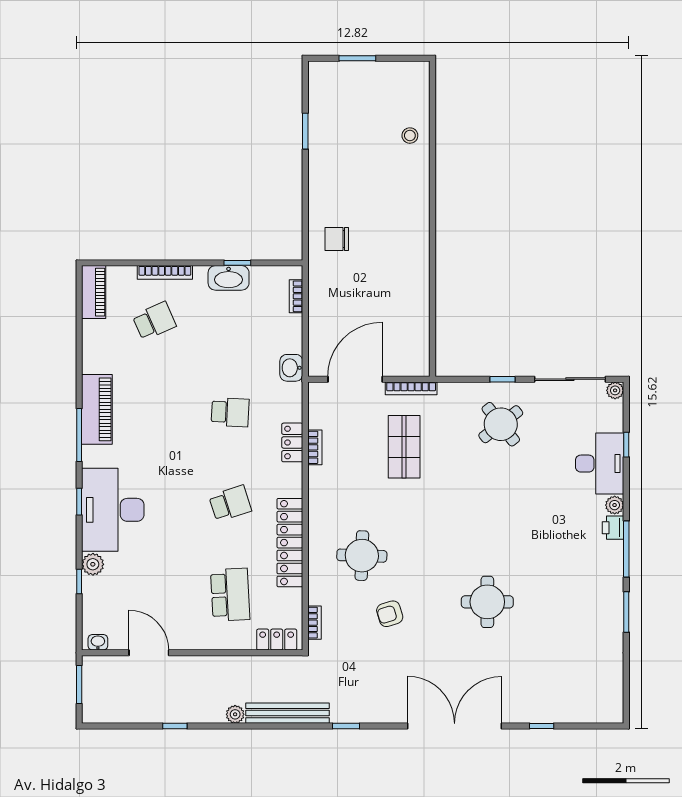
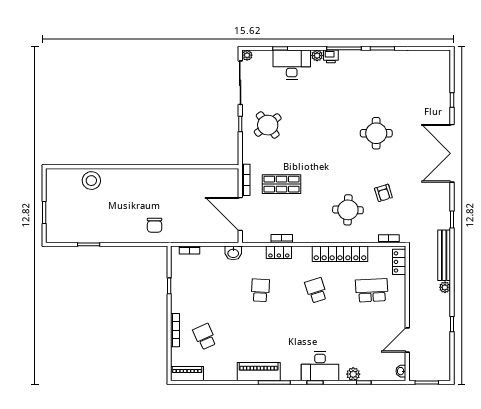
stool: (410, 136) -> (91, 181), width x1.89, depth x1.89
washbasin: (229, 278) -> (178, 291), removed
desk: (113, 510) -> (320, 366), width x0.73, depth x0.77

